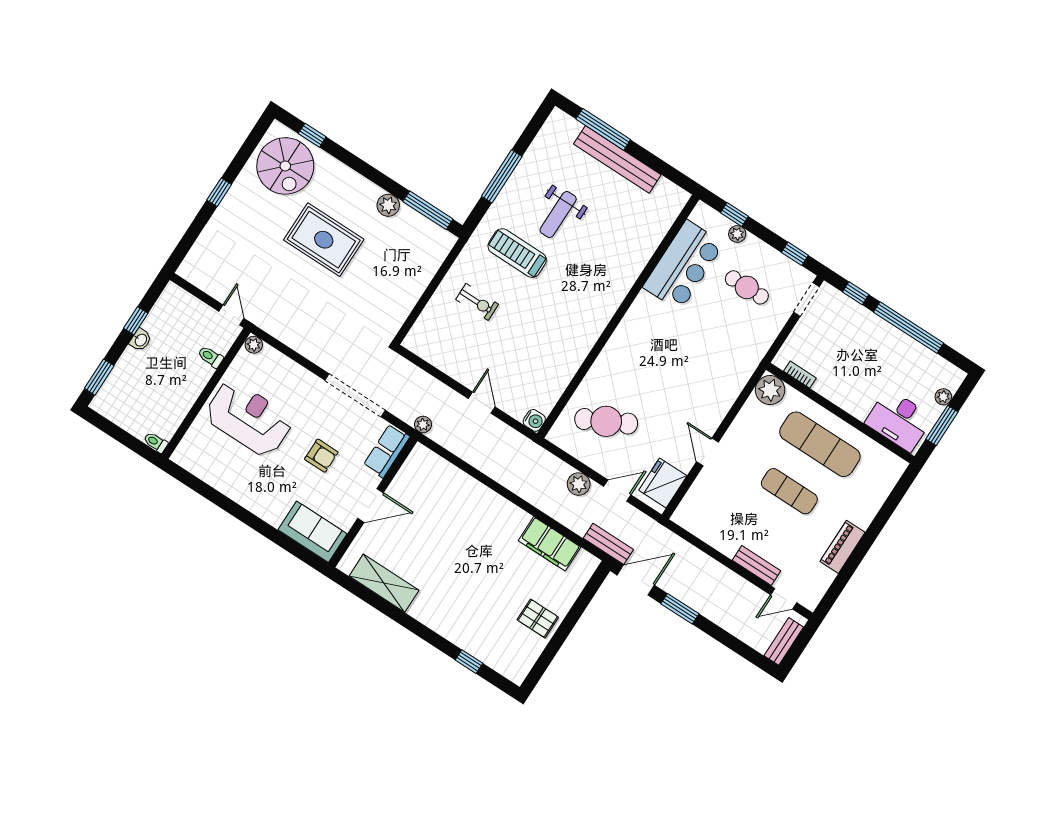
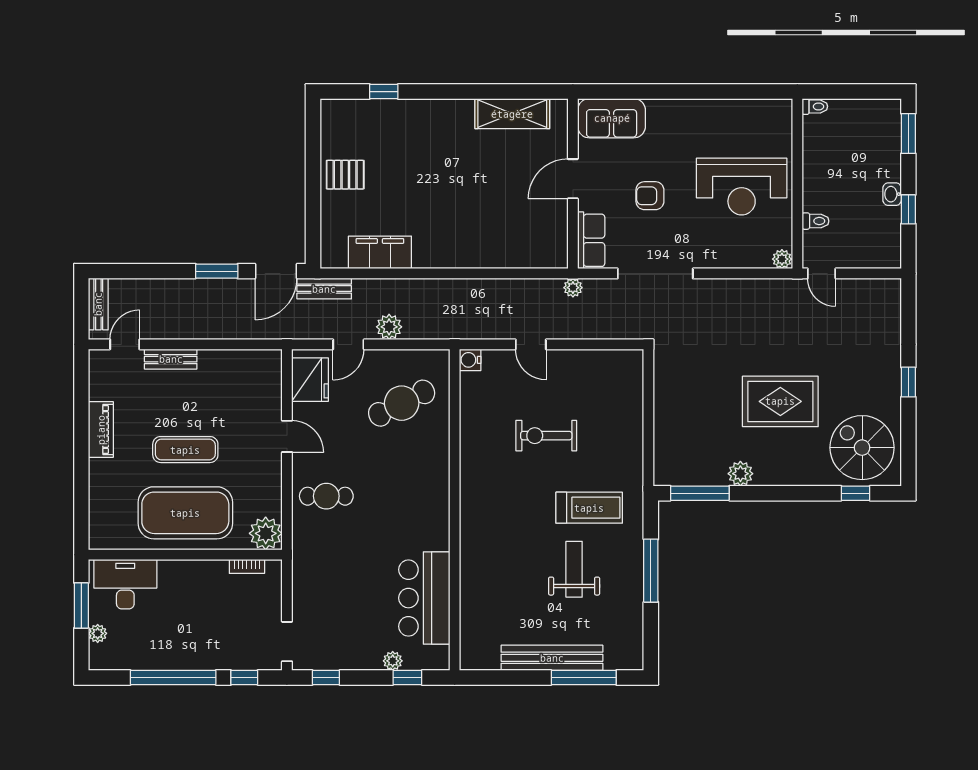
cafe table: (747, 287) -> (326, 496), moved
exercise bike: (477, 302) -> (546, 436), moved, width x1.38, depth x1.39
exercise mat: (820, 444) -> (185, 513), width x1.47

